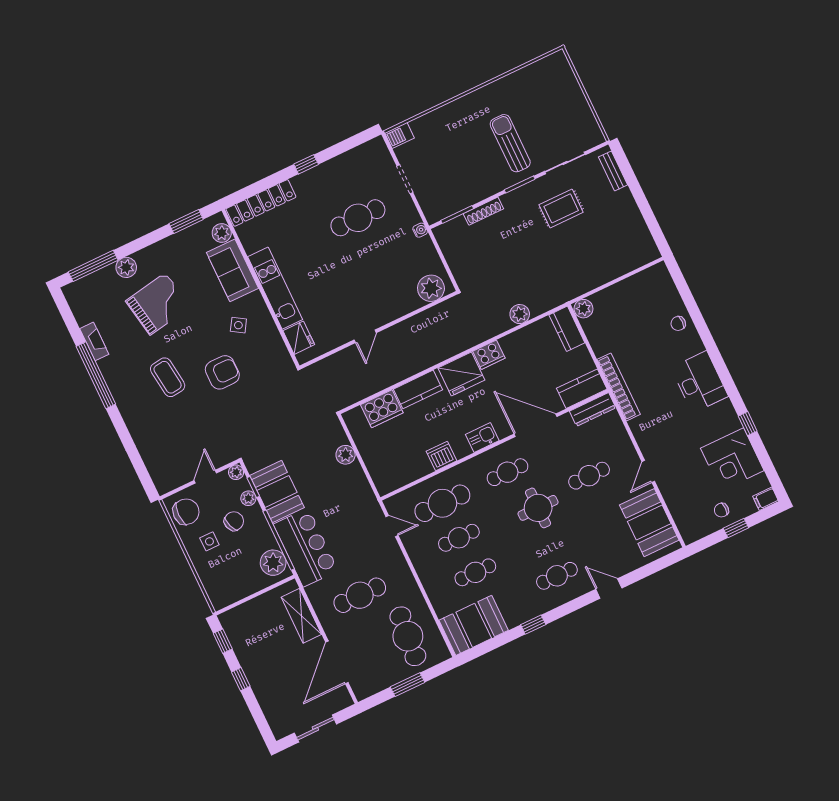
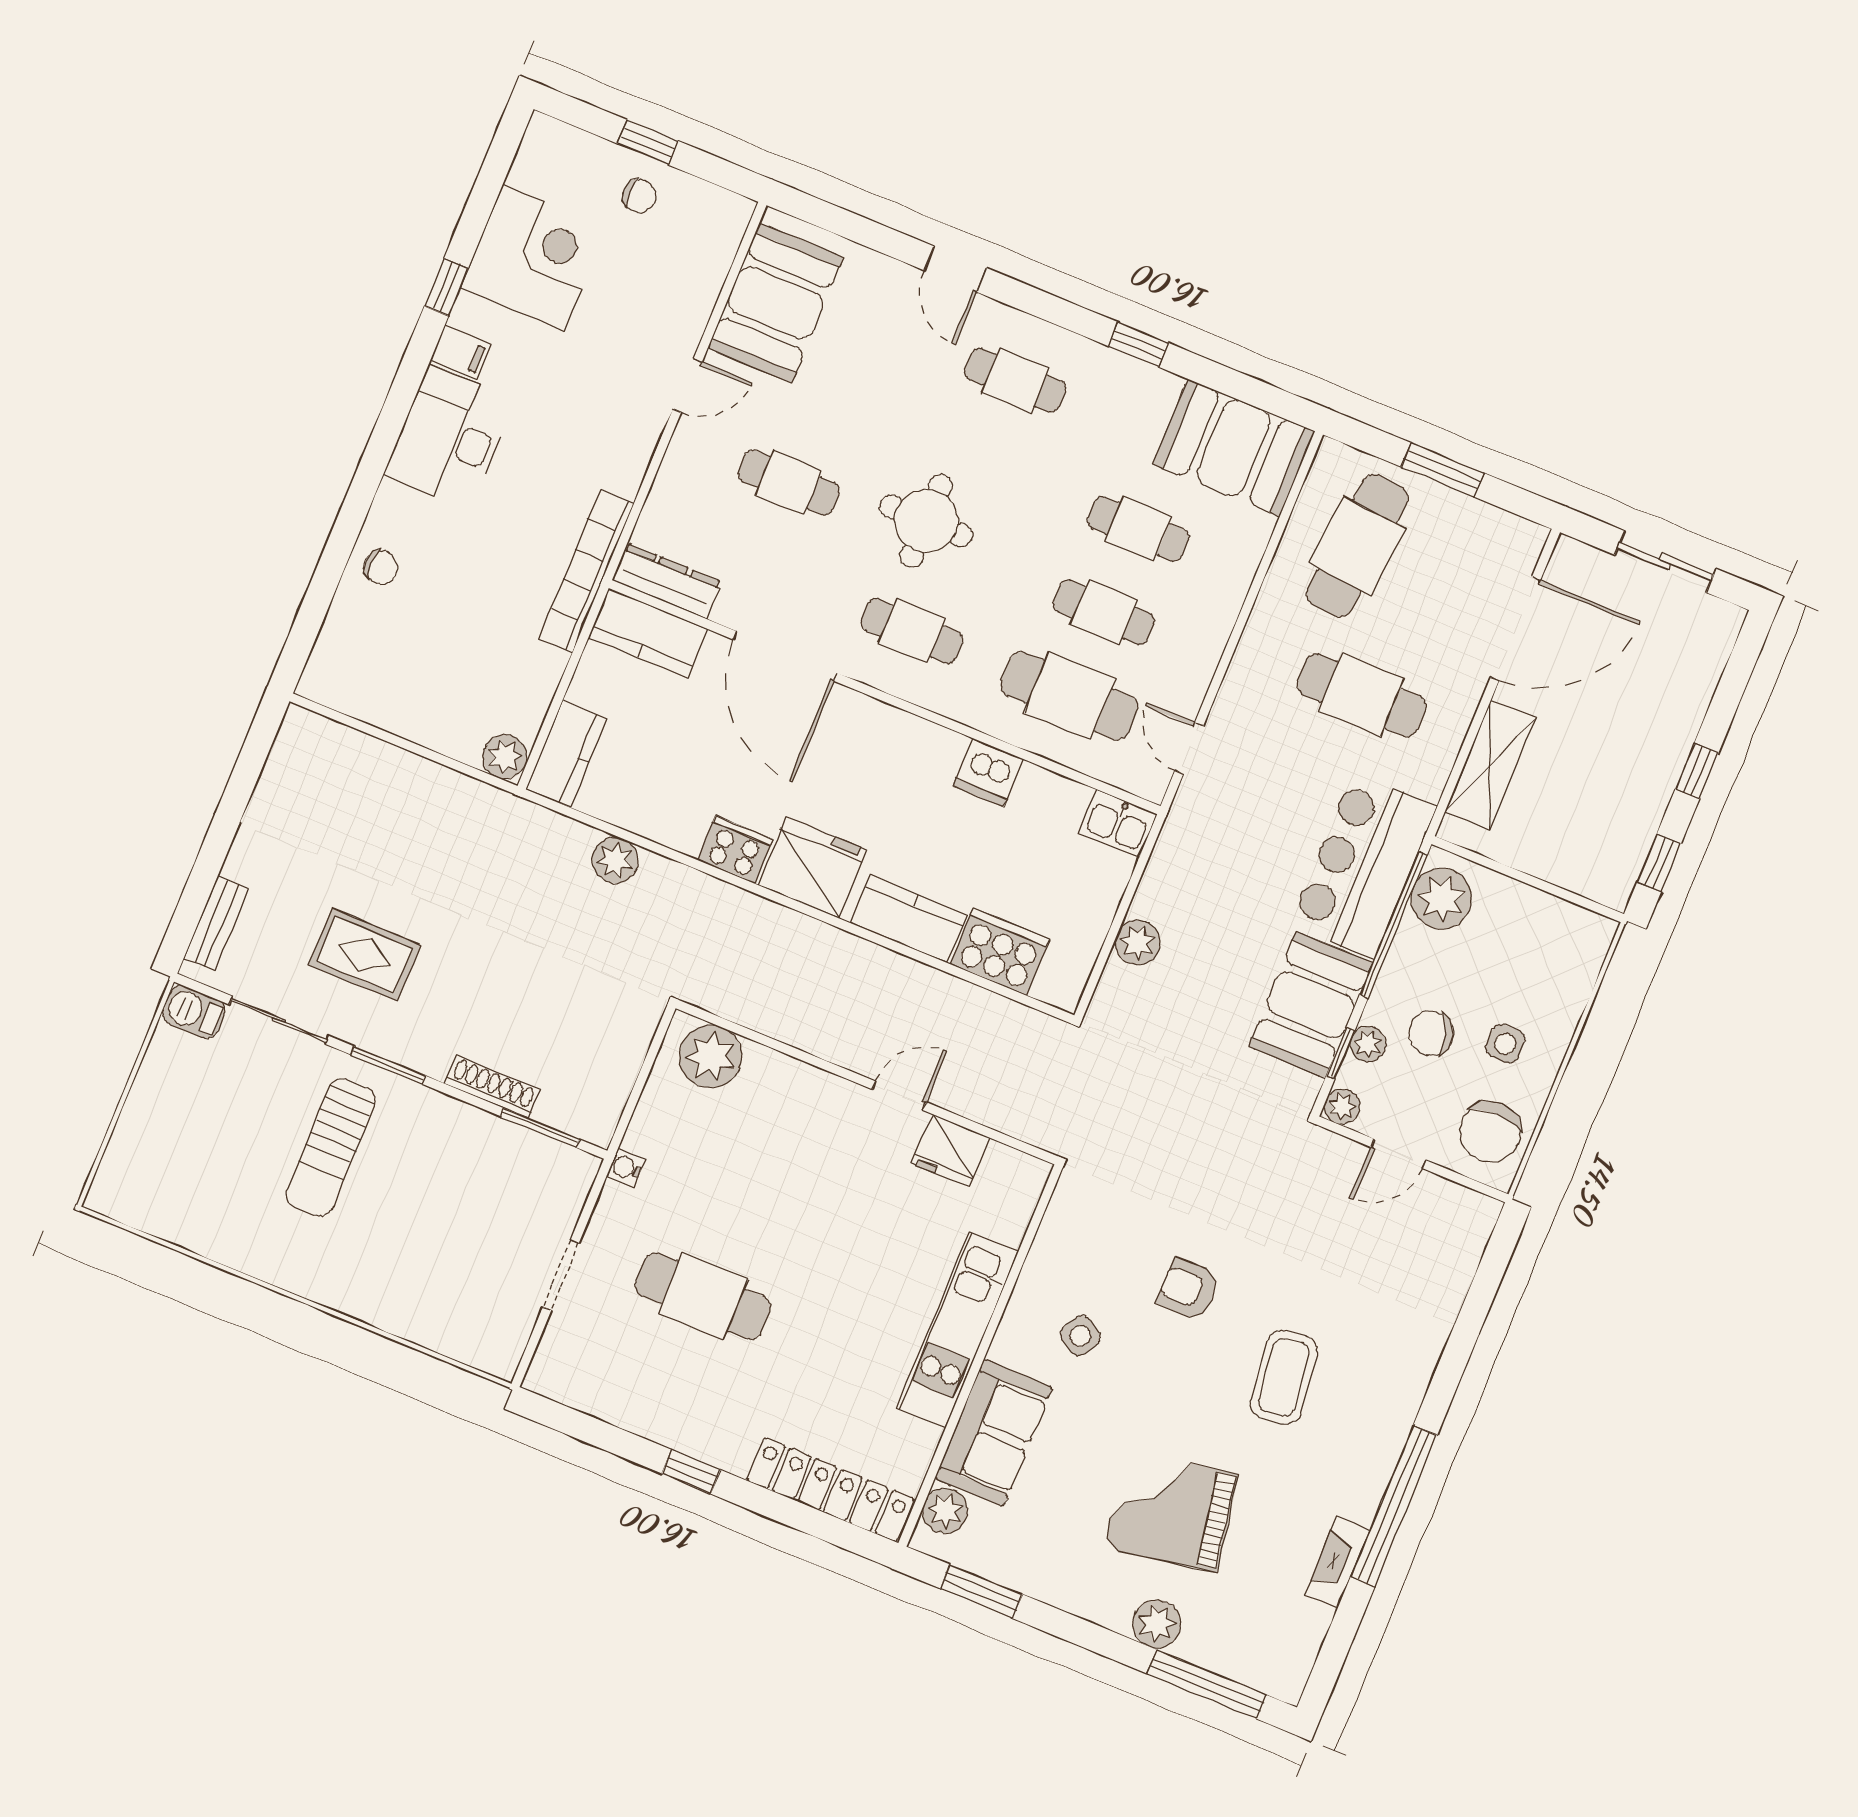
barbecue: (400, 135) -> (194, 1012), moved, turned 180
fridge: (299, 338) -> (951, 1151), moved, turned -90
armchair: (222, 372) -> (1188, 1289), width x0.72, depth x0.72
kitchen sink: (482, 438) -> (1118, 824), moved
filing cabinet: (766, 499) -> (461, 352), moved
chair: (186, 512) -> (1490, 1132), turned -90

